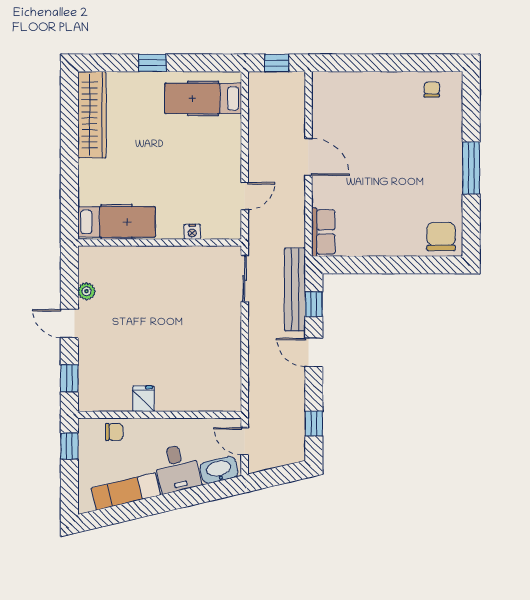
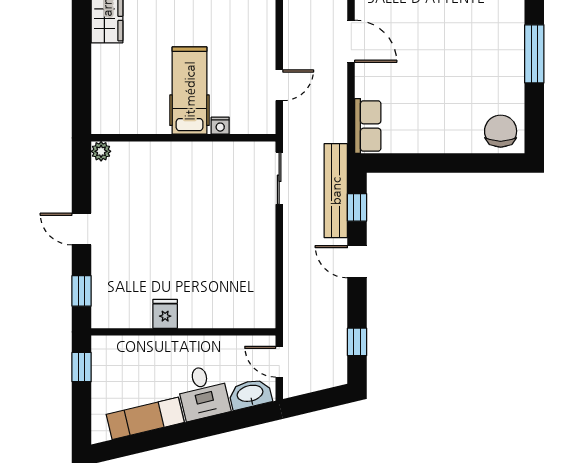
hospital bed: (117, 222) -> (190, 91), moved, turned -90
plant: (87, 291) -> (101, 151), moved
chair: (114, 432) -> (132, 351), removed

